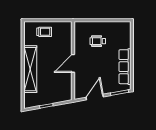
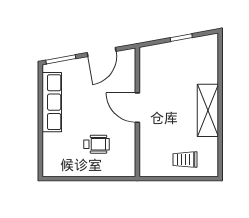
door: (73, 63) -> (137, 108), swing flipped
shelving: (30, 69) -> (208, 110), width x0.68

